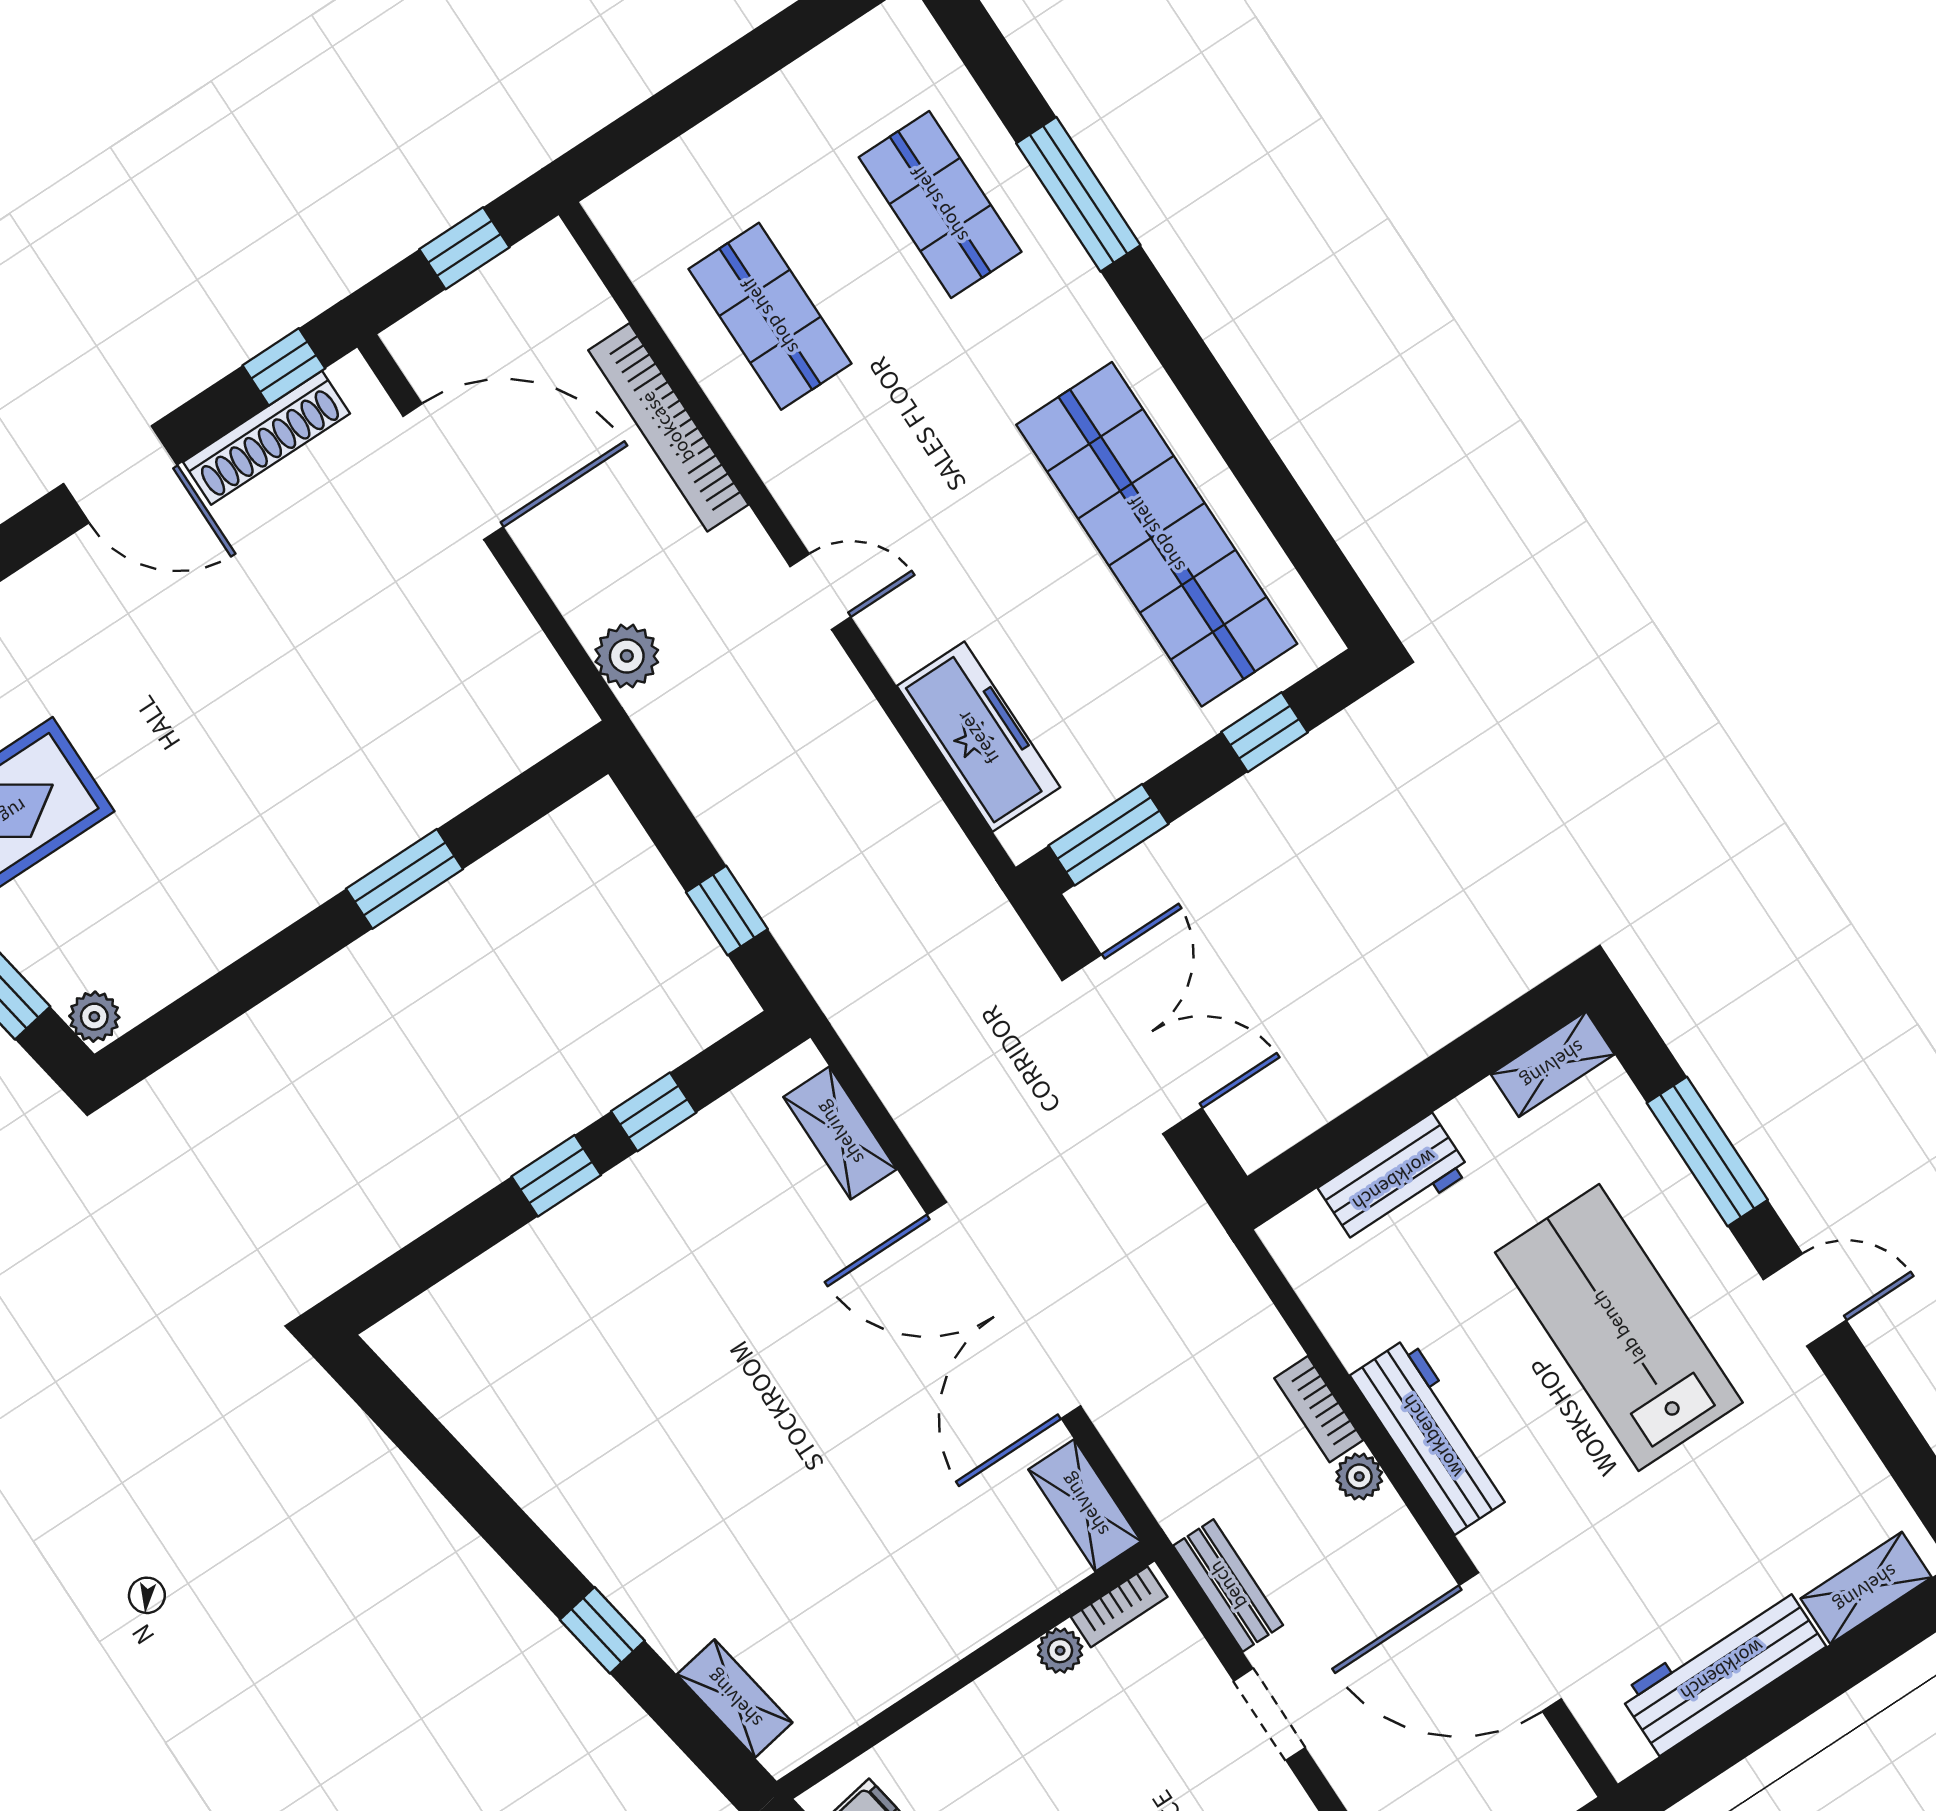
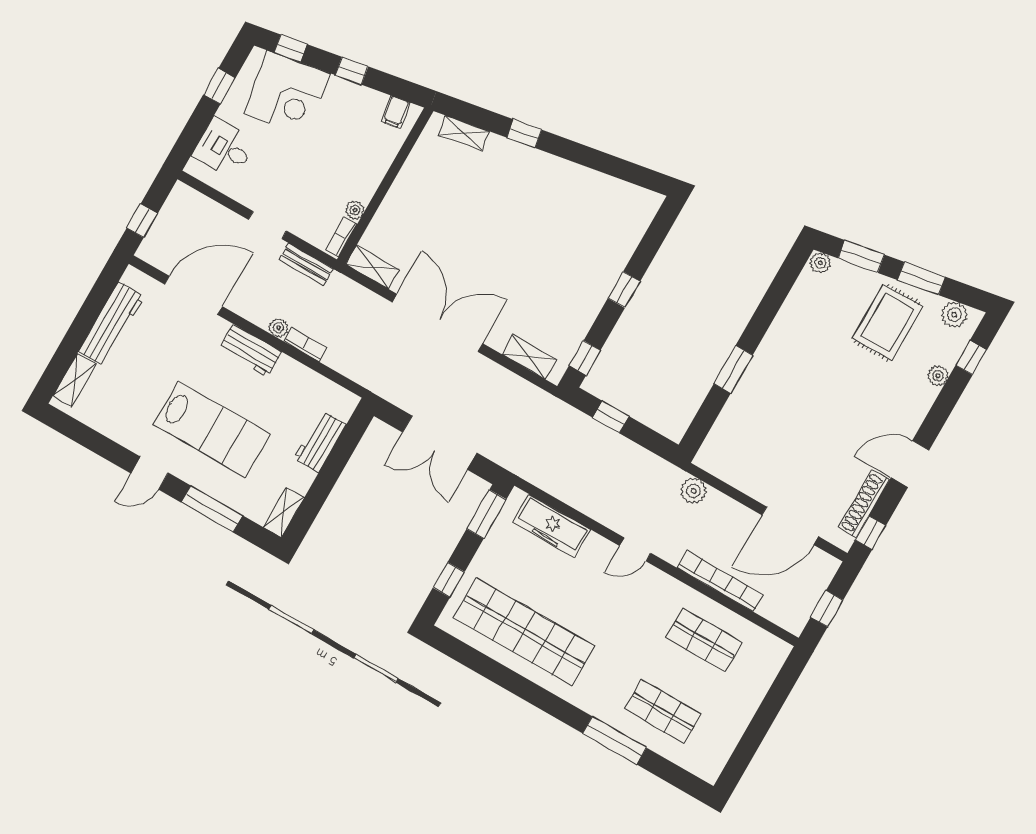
window: (654, 1112) -> (585, 358), moved
workbench: (1432, 1436) -> (250, 351), width x0.73

